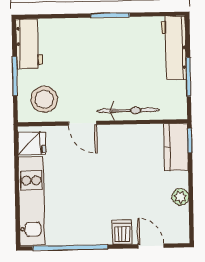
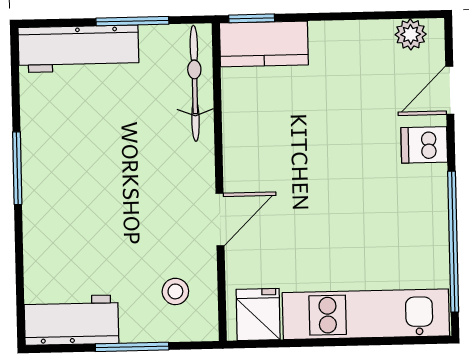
stool: (44, 99) -> (175, 291), width x0.53, depth x0.53
bicycle: (128, 110) -> (195, 83), moved
plant: (180, 197) -> (411, 34), moved

